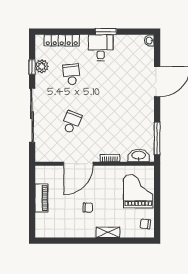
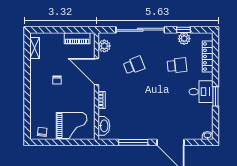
school desk: (71, 122) -> (134, 65), turned -42
window: (157, 139) -> (133, 142), moved
plant: (50, 155) -> (104, 46), added
piano: (41, 198) -> (77, 38), moved
shelving: (108, 232) -> (35, 48), moved

